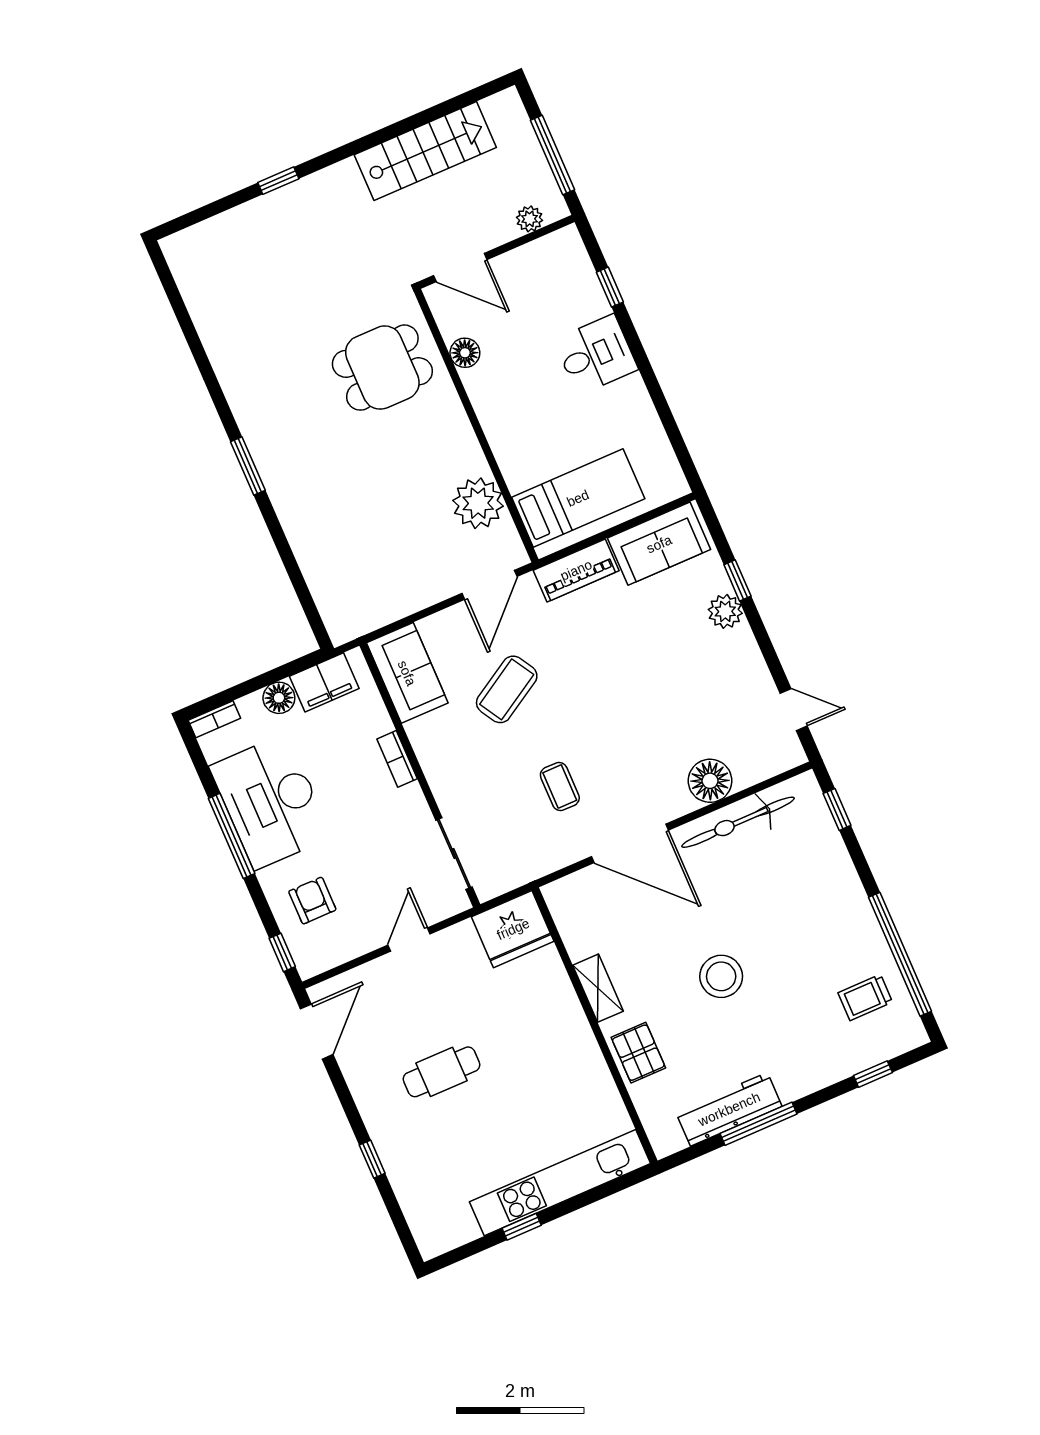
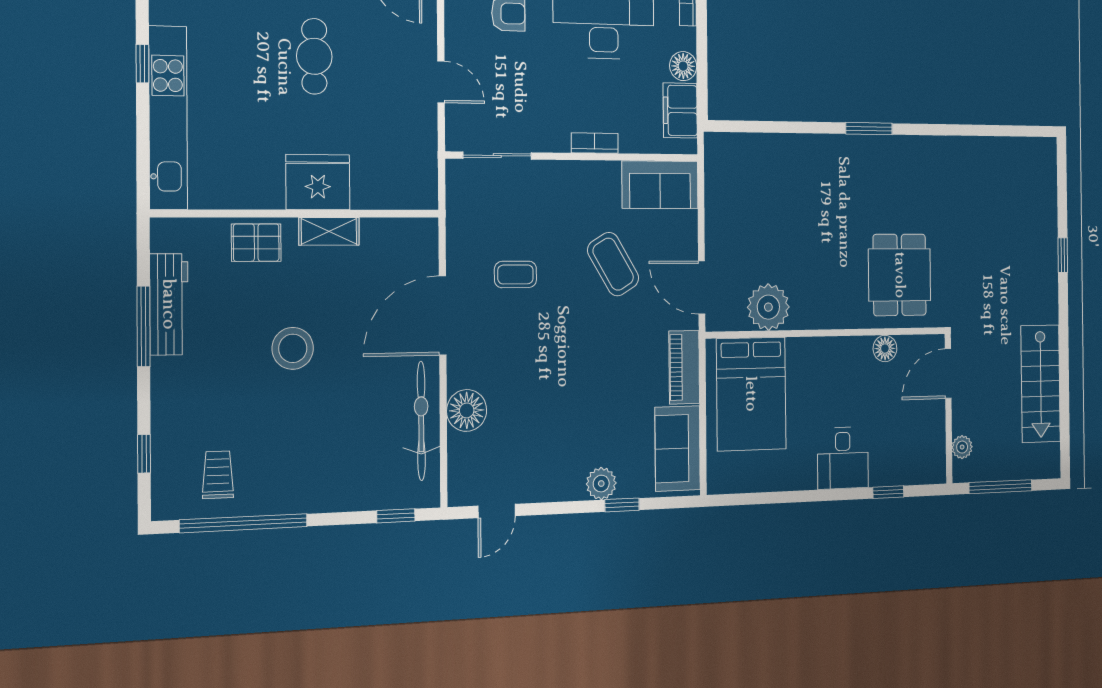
bed: (578, 498) -> (751, 394), width x1.50
fridge: (513, 929) -> (318, 182), moved, turned 90

